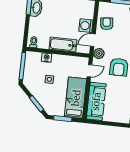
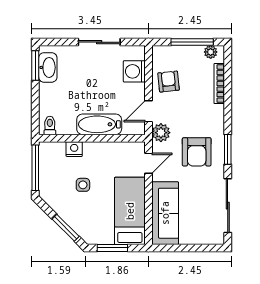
washing machine: (86, 26) -> (134, 71), moved

